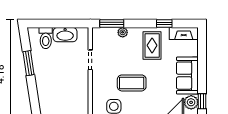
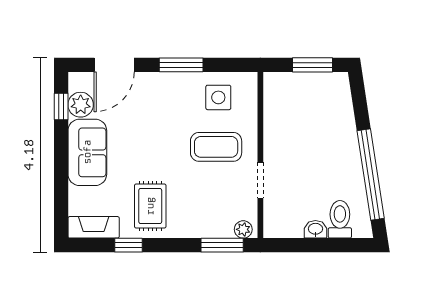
plant: (123, 32) -> (243, 229), moved
washbasin: (65, 35) -> (315, 229), width x0.52, depth x0.69
window: (28, 63) -> (371, 175), width x2.11
coffee table: (132, 83) -> (216, 147), moved

